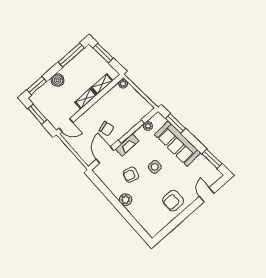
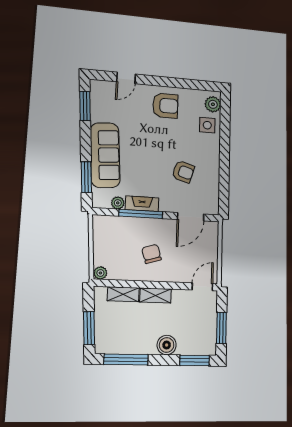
door: (66, 125) -> (202, 287), hinge flipped
chair: (107, 129) -> (151, 254), moved
fireplace: (127, 145) -> (142, 204), moved
side table: (155, 167) -> (207, 125), moved
plant: (126, 200) -> (213, 104), moved

